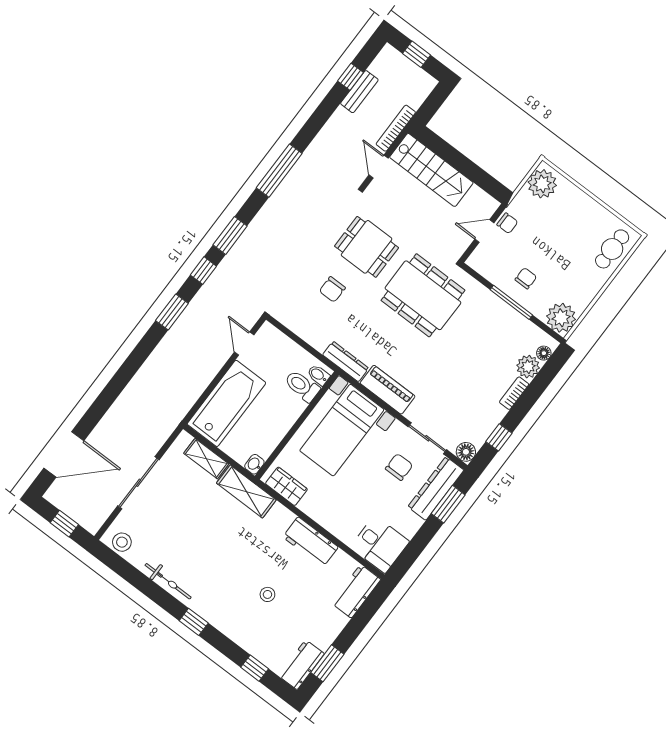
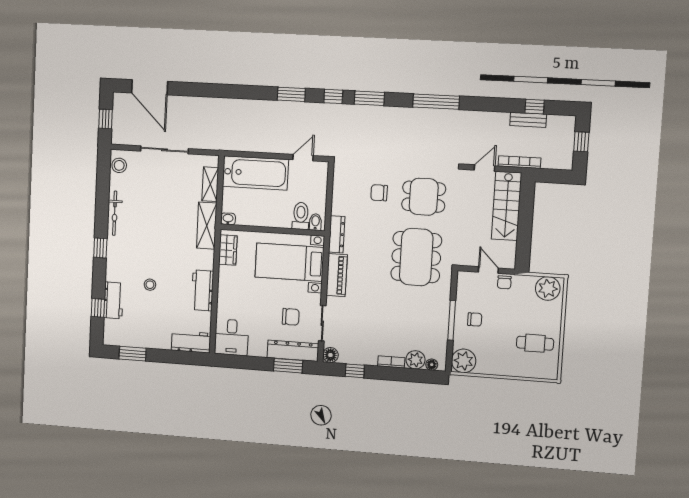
dining table: (367, 247) -> (424, 197), turned 90
cafe table: (612, 249) -> (535, 343), moved
workbench: (301, 665) -> (113, 300), moved, turned 90

